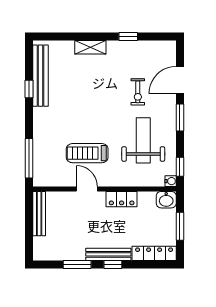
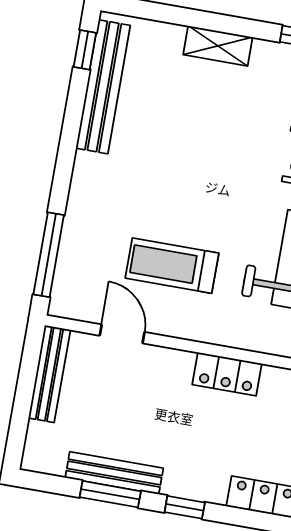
window: (29, 89) -> (85, 50), moved
door: (87, 189) -> (122, 334), moved
bench: (108, 254) -> (114, 473), moved

